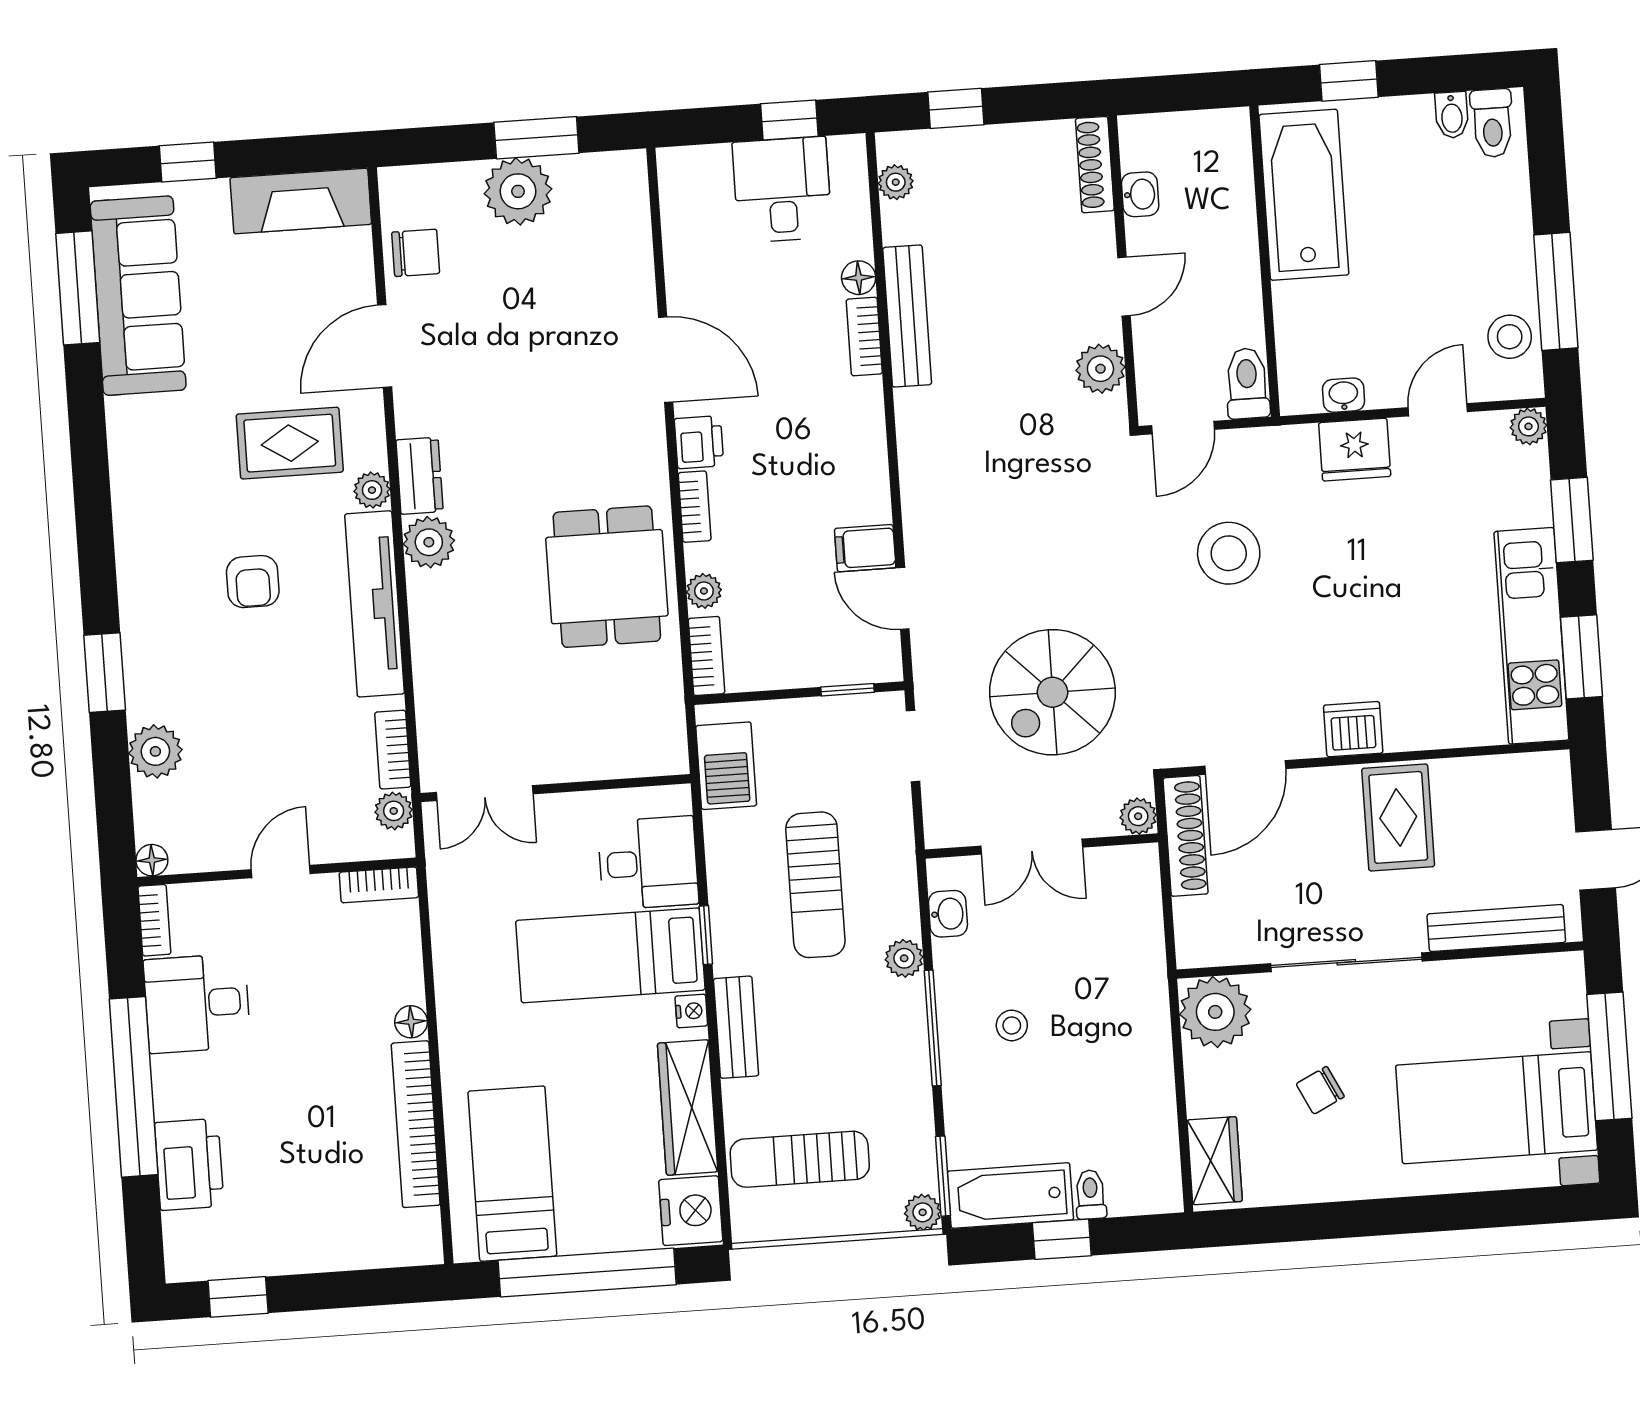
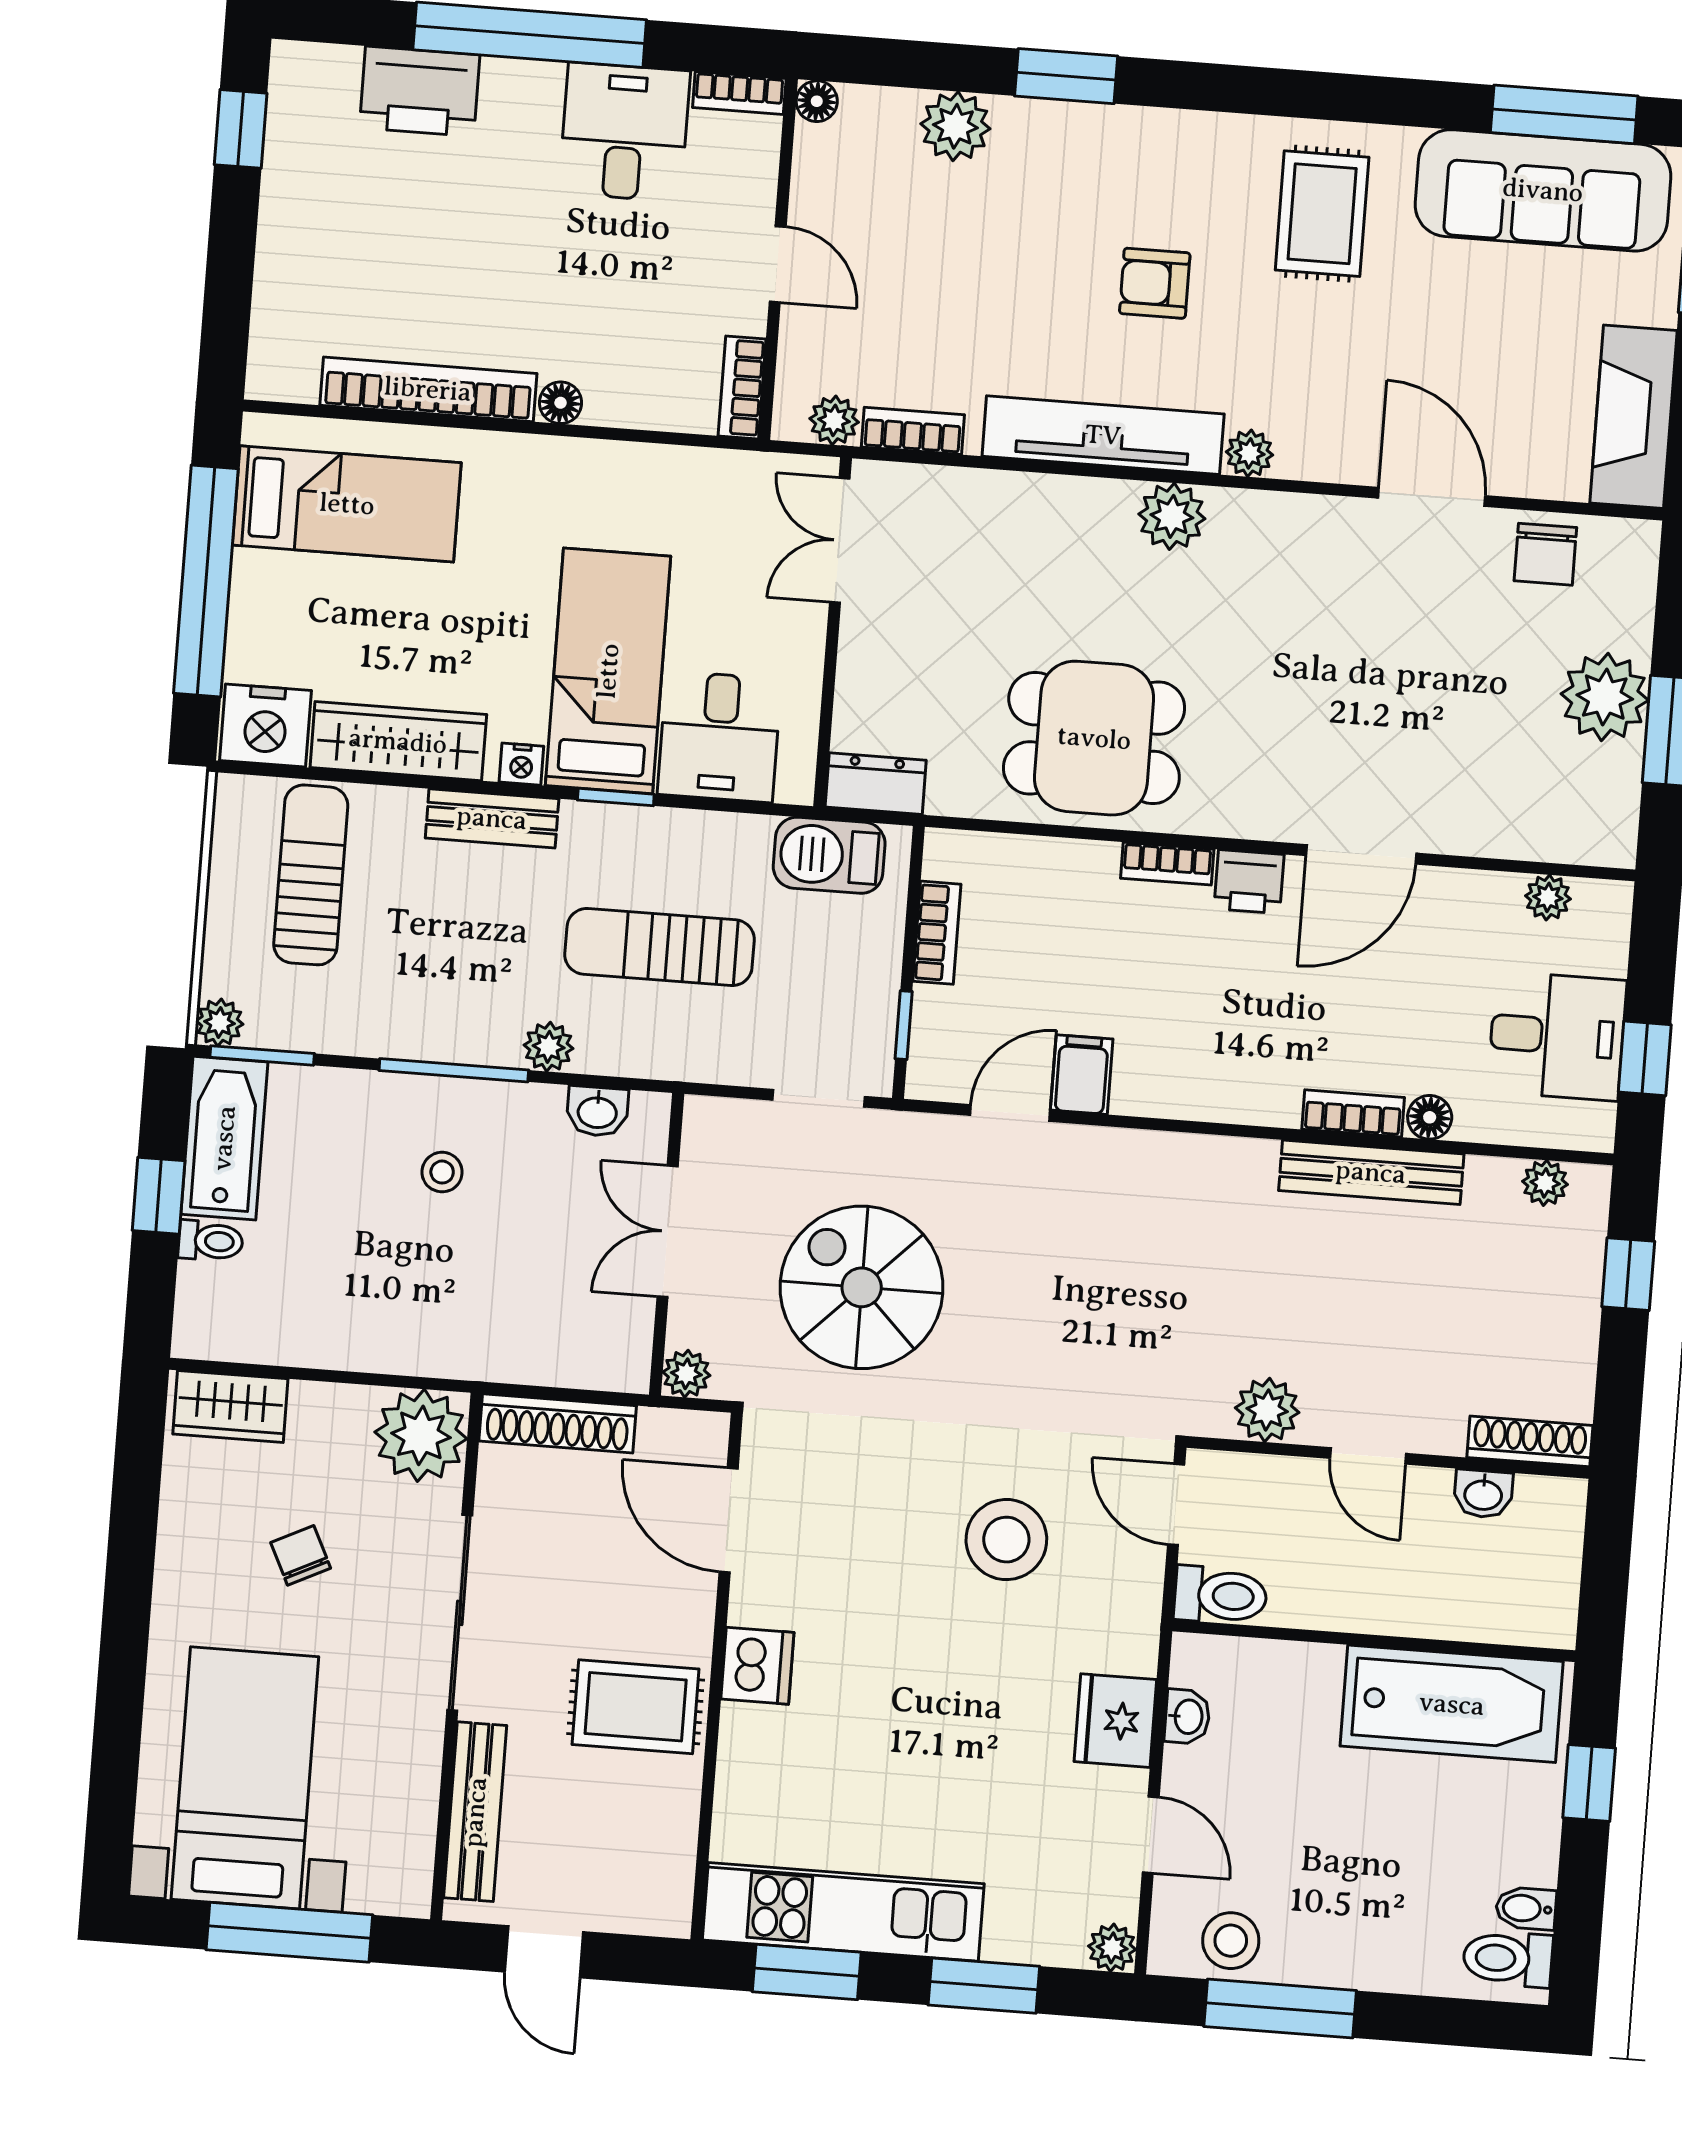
rug: (290, 443) -> (1322, 214), moved
dresser: (419, 476) -> (876, 784), moved, turned 180
plant: (704, 591) -> (1548, 897), moved
bookcase: (707, 656) -> (937, 933), moved, turned -90
shoe rack: (1186, 836) -> (558, 1423), moved

